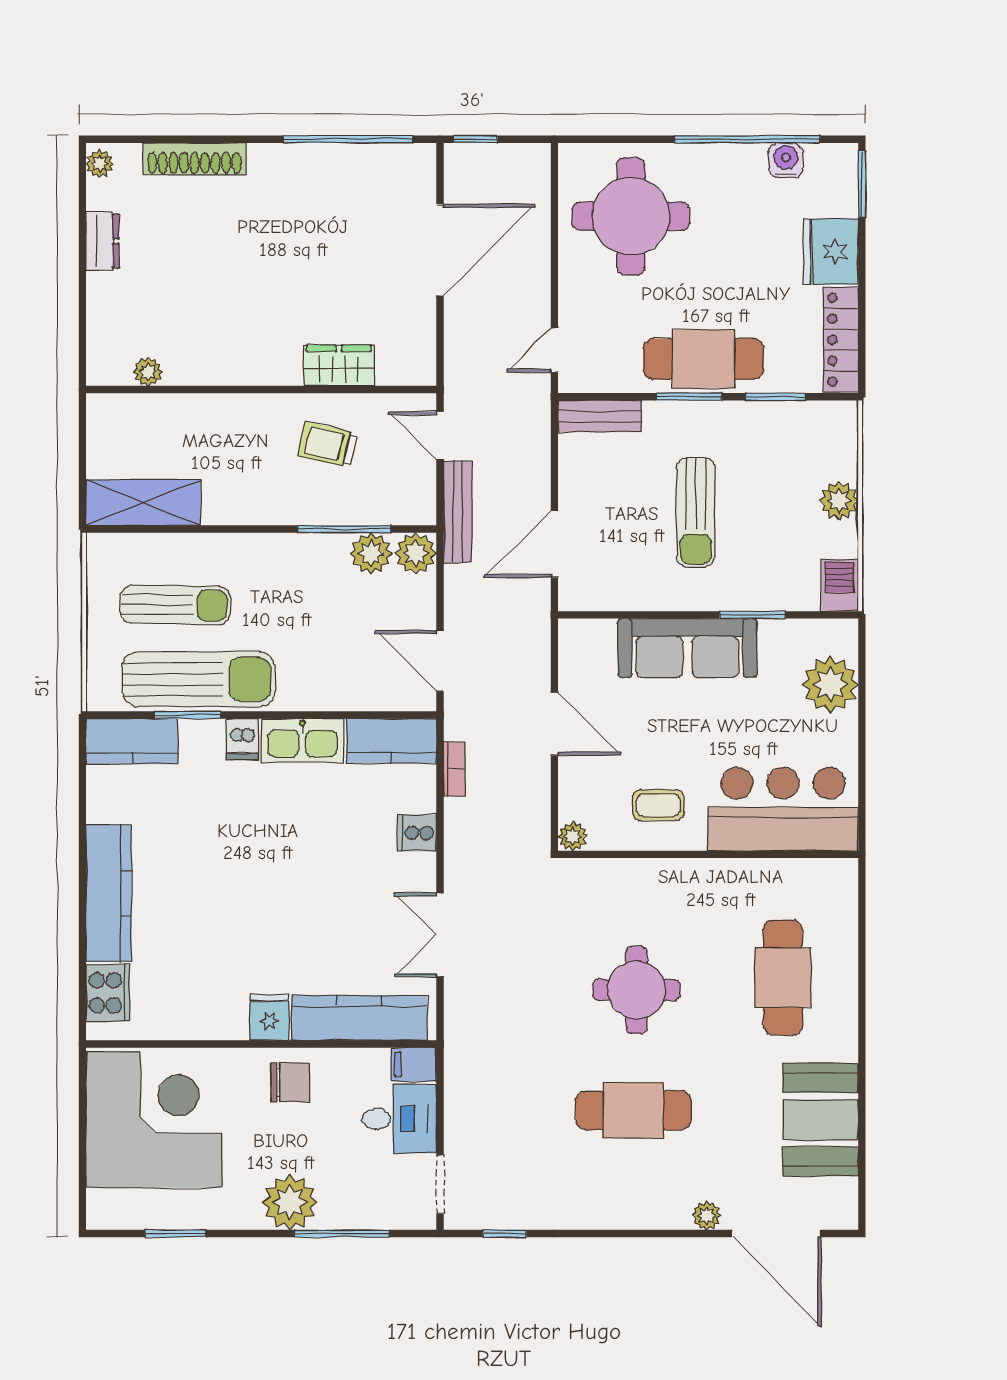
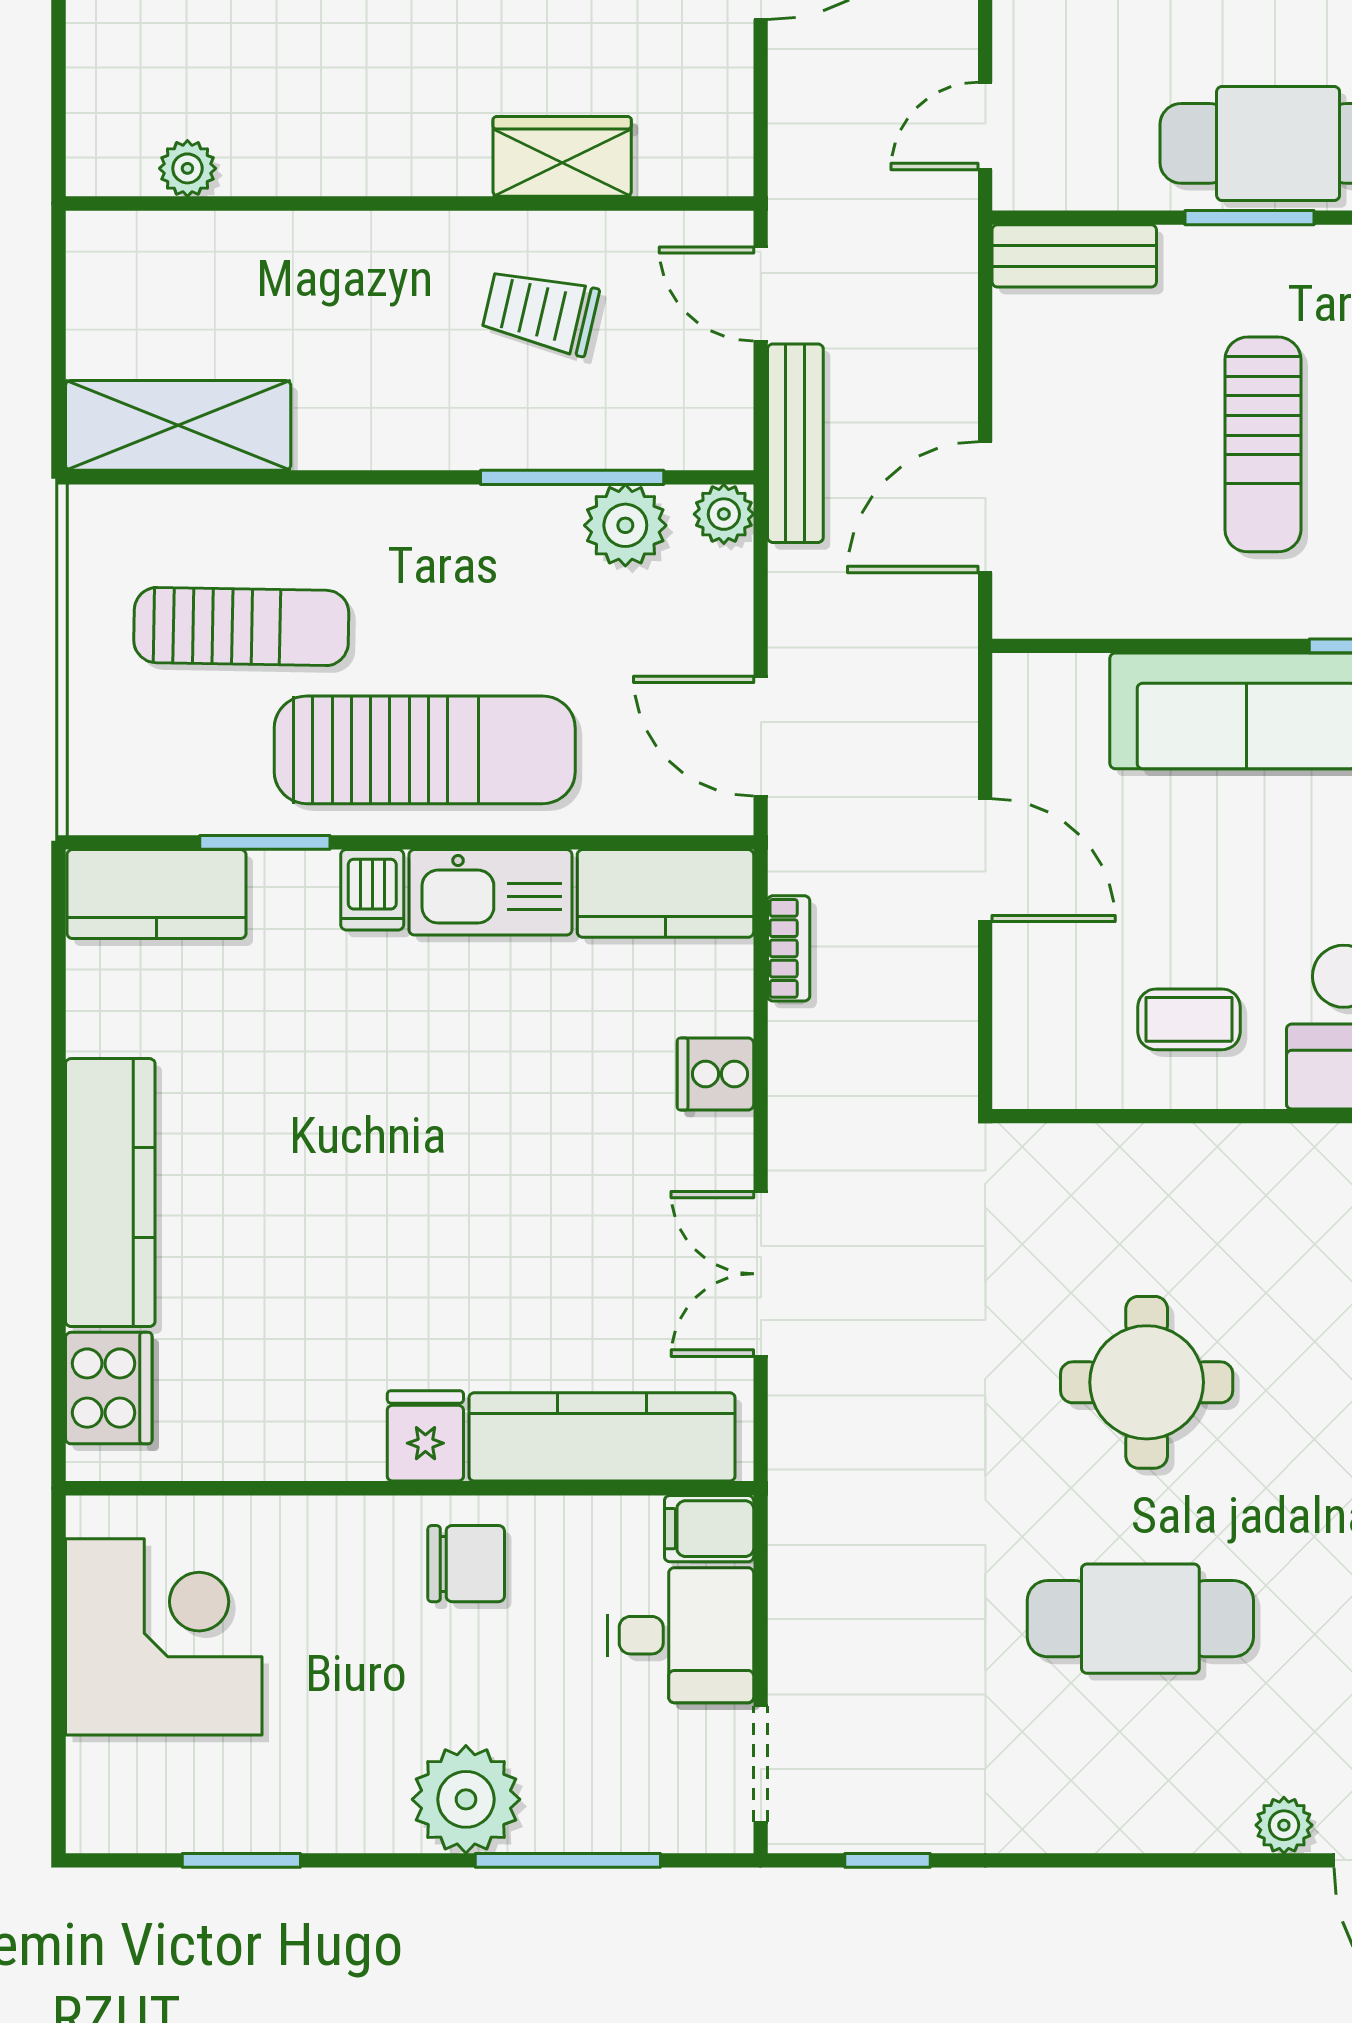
plant: (416, 553) -> (724, 514), width x0.73, depth x0.73
sun lounger: (199, 679) -> (425, 750), moved
plant: (573, 836) -> (1021, 1080), removed
corner desk: (154, 1120) -> (164, 1637), width x0.74, depth x0.74

